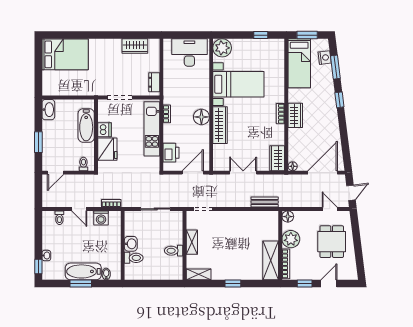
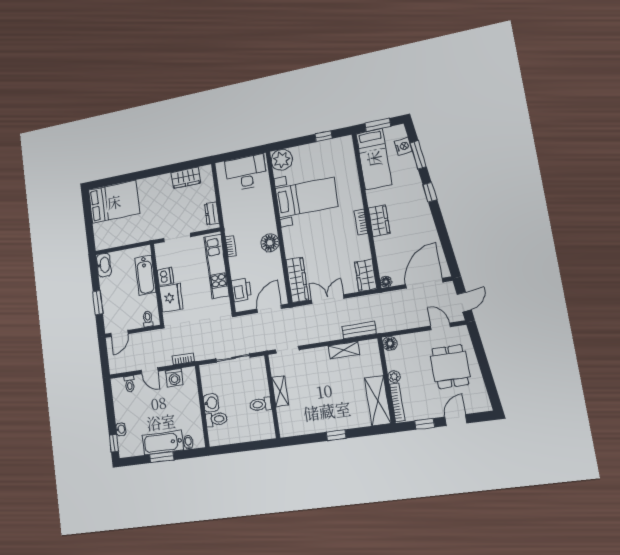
wardrobe: (220, 125) -> (297, 280), moved
plant: (291, 239) -> (394, 377), width x0.53, depth x0.53
shelving: (199, 274) -> (344, 350), moved

